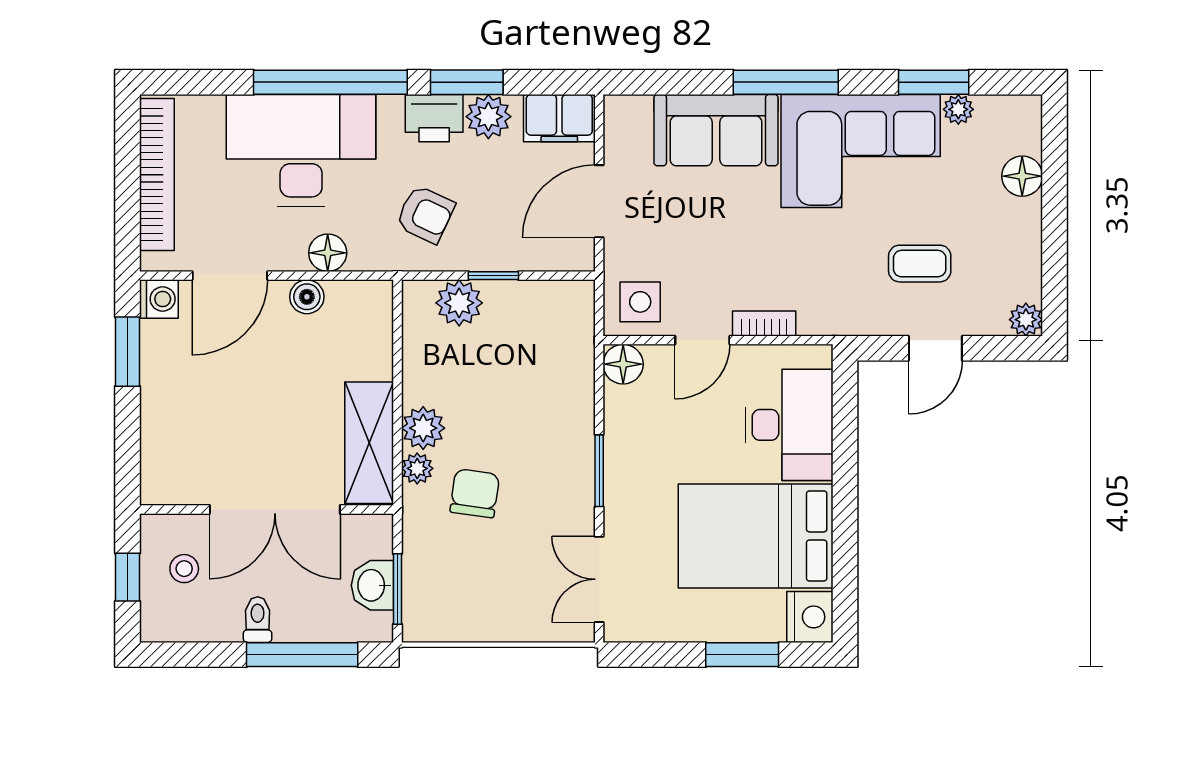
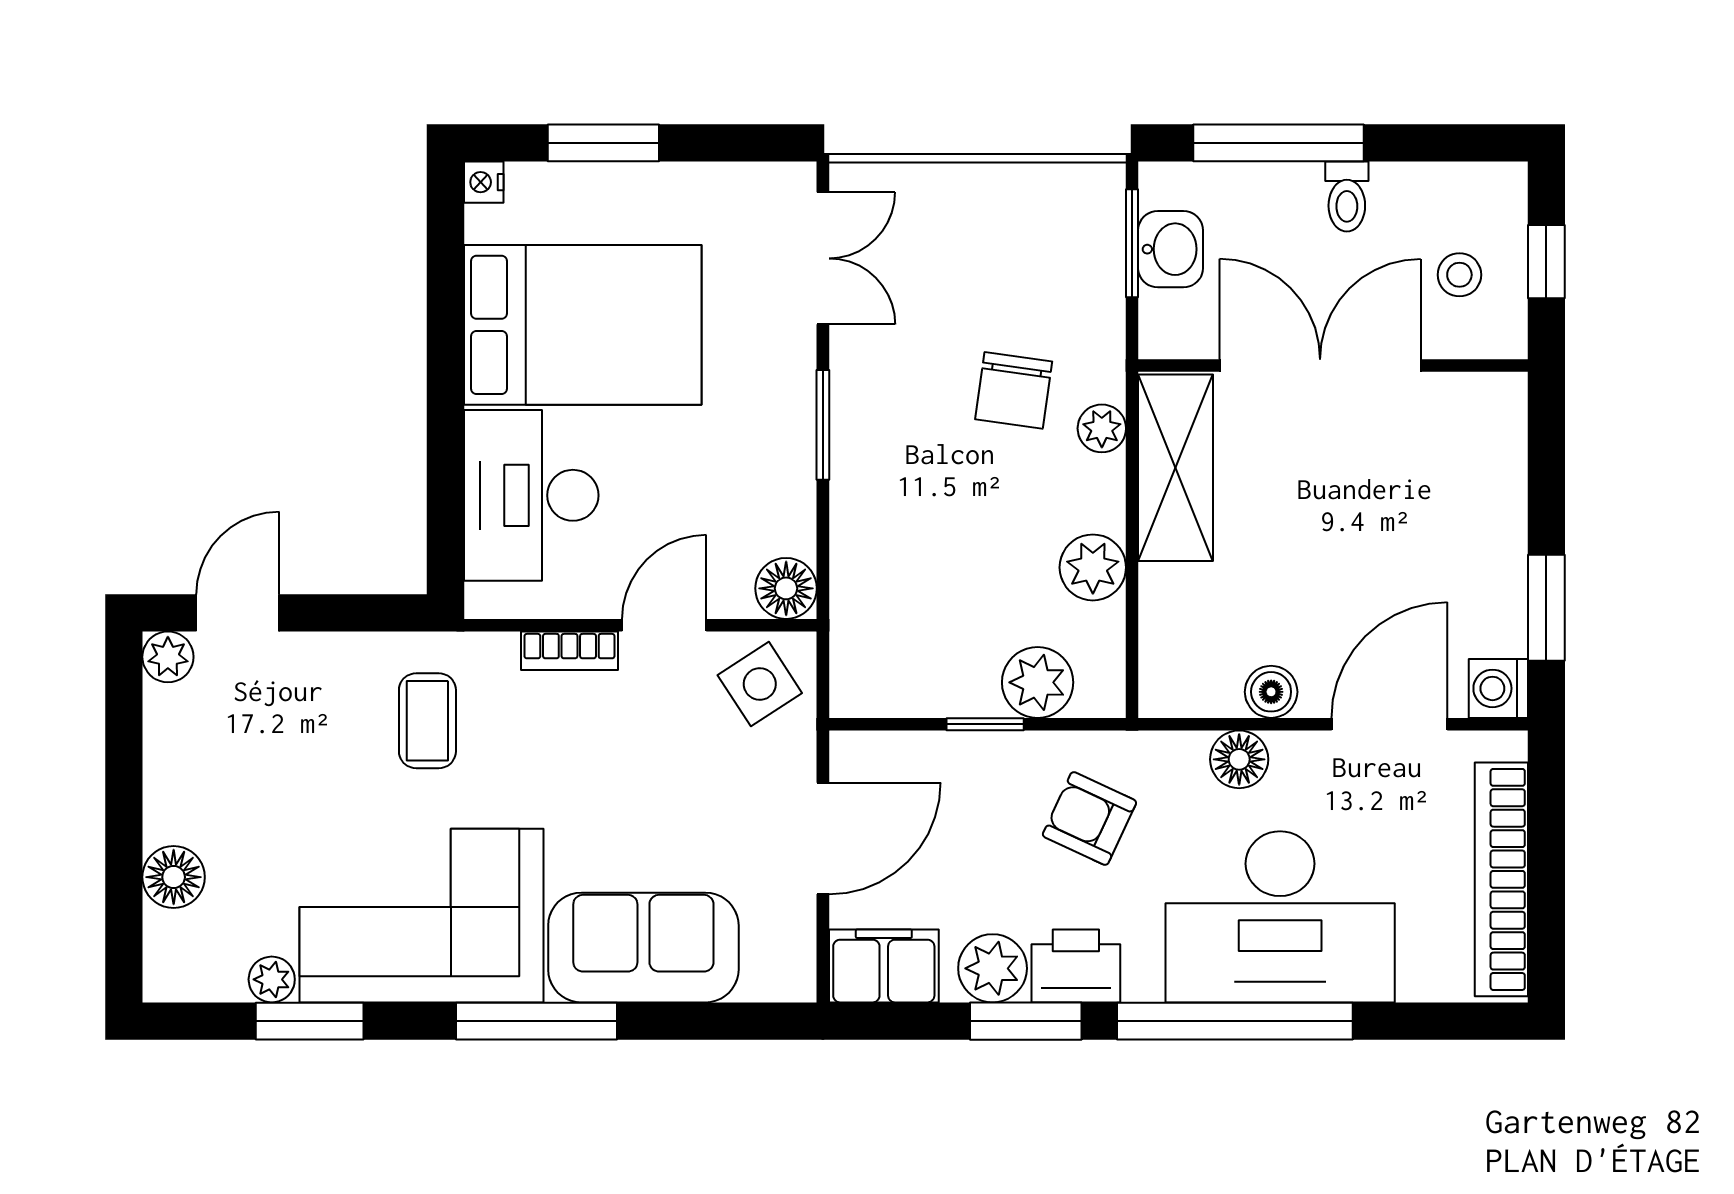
coffee table: (920, 264) -> (427, 721), moved, turned 90
side table: (640, 302) -> (760, 684), turned -33
door: (935, 348) -> (238, 613), moved
plant: (423, 428) -> (1093, 567), moved
nightstand: (810, 617) -> (484, 182), width x0.53, depth x0.56

